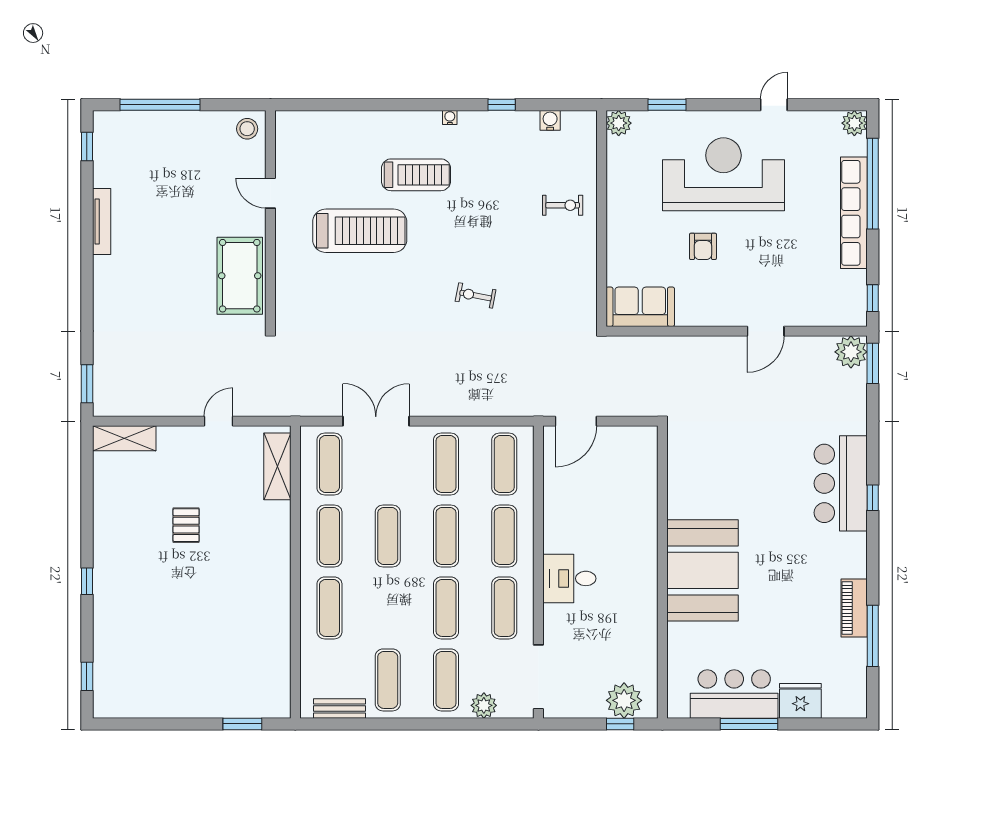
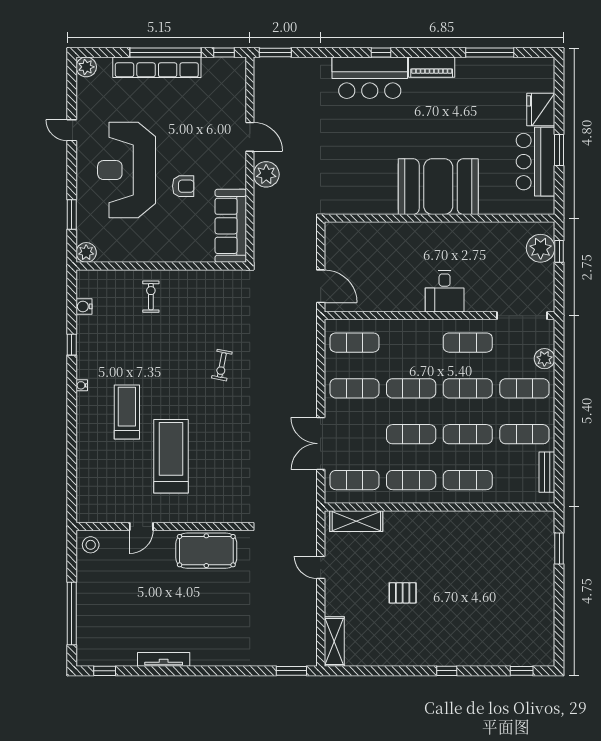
window: (873, 184) -> (165, 52), moved
sofa: (640, 307) -> (231, 226), width x1.36
plant: (851, 352) -> (266, 174), moved
exercise mat: (504, 536) -> (468, 434), moved
piano: (854, 608) -> (432, 67), moved
window: (749, 724) -> (559, 150), width x0.69

